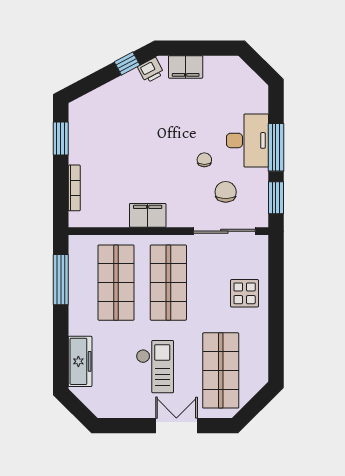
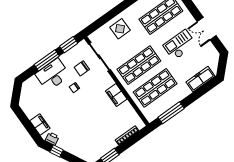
double door: (176, 426) -> (207, 29), moved

